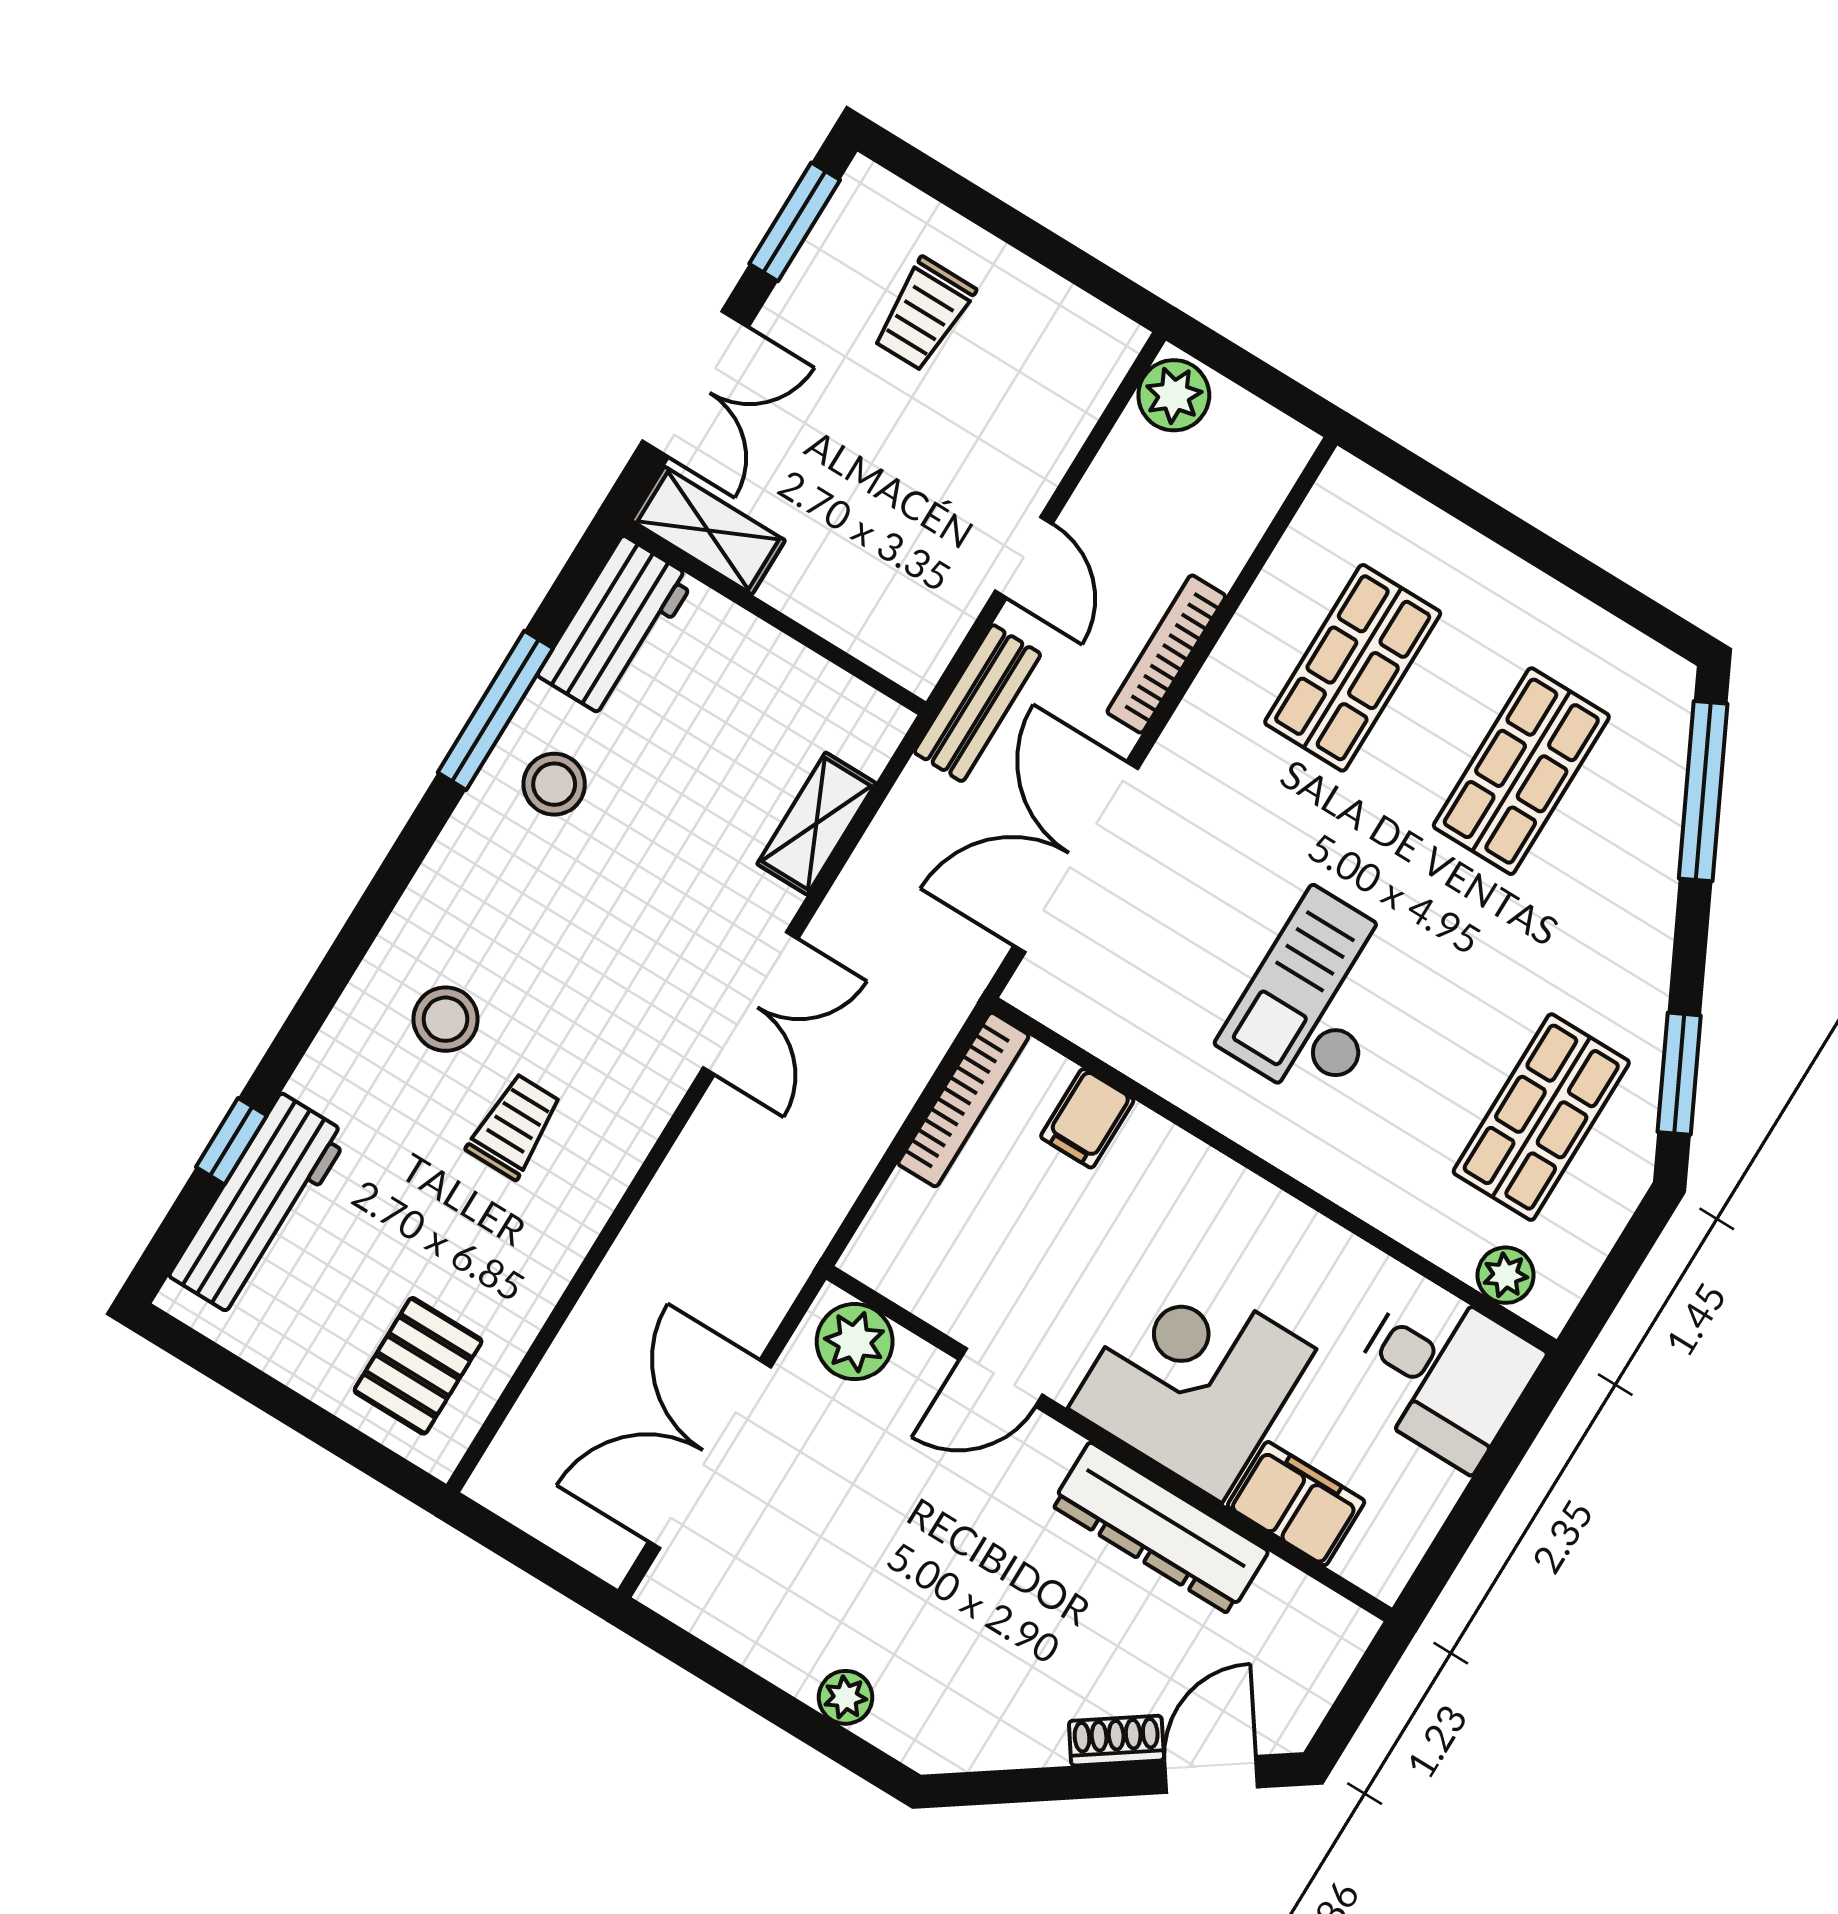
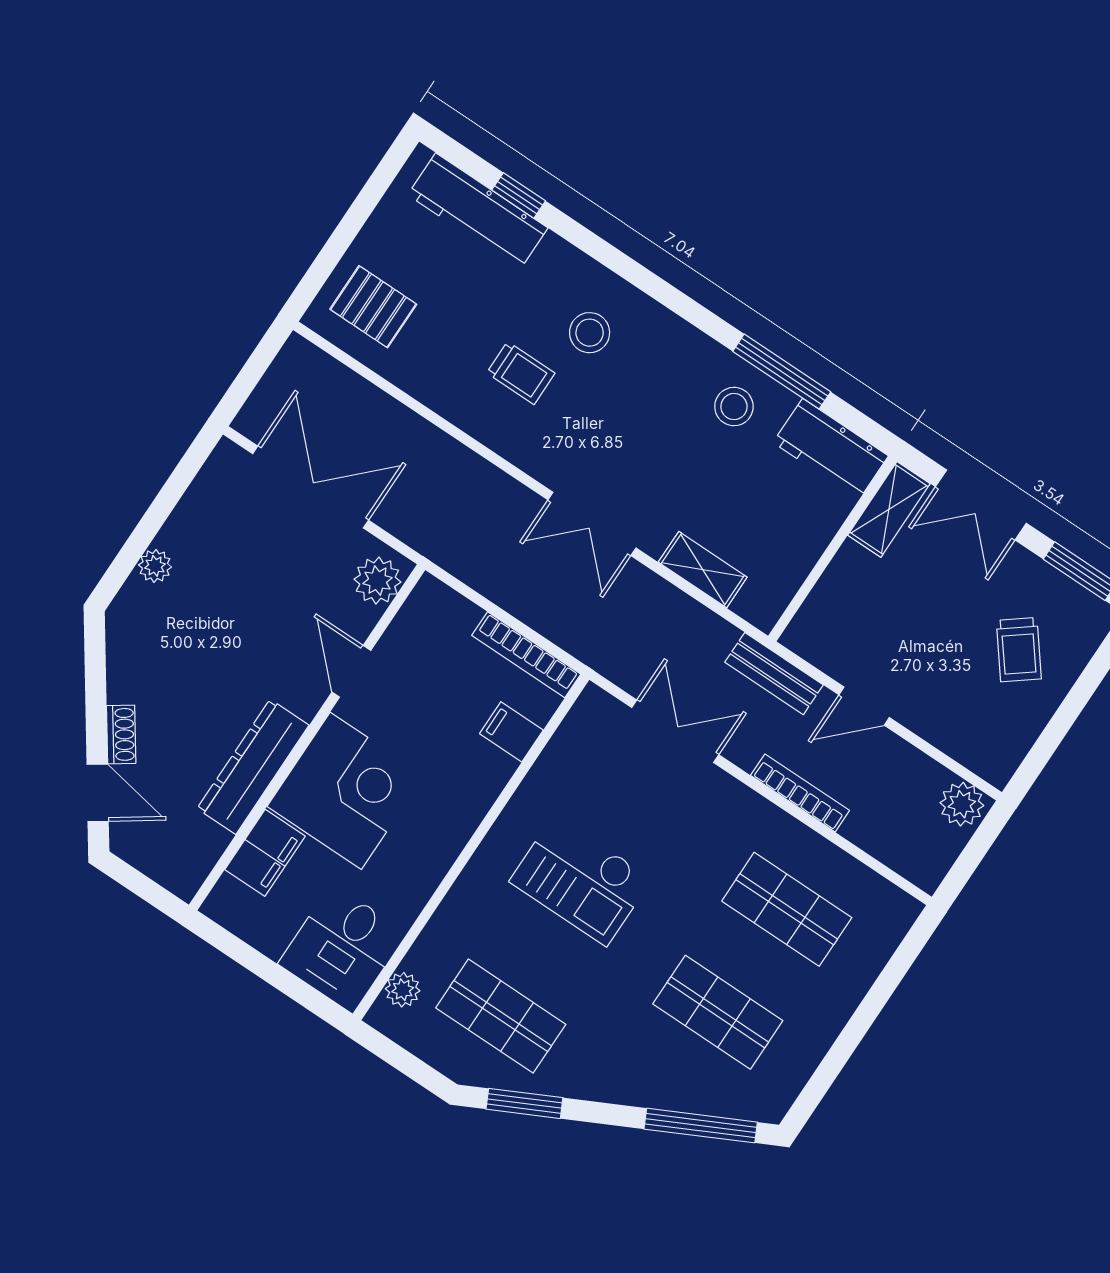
trolley: (924, 314) -> (1019, 650), turned -128
double door: (1076, 857) -> (675, 731), width x0.73
checkout: (1319, 998) -> (581, 880), turned 180

